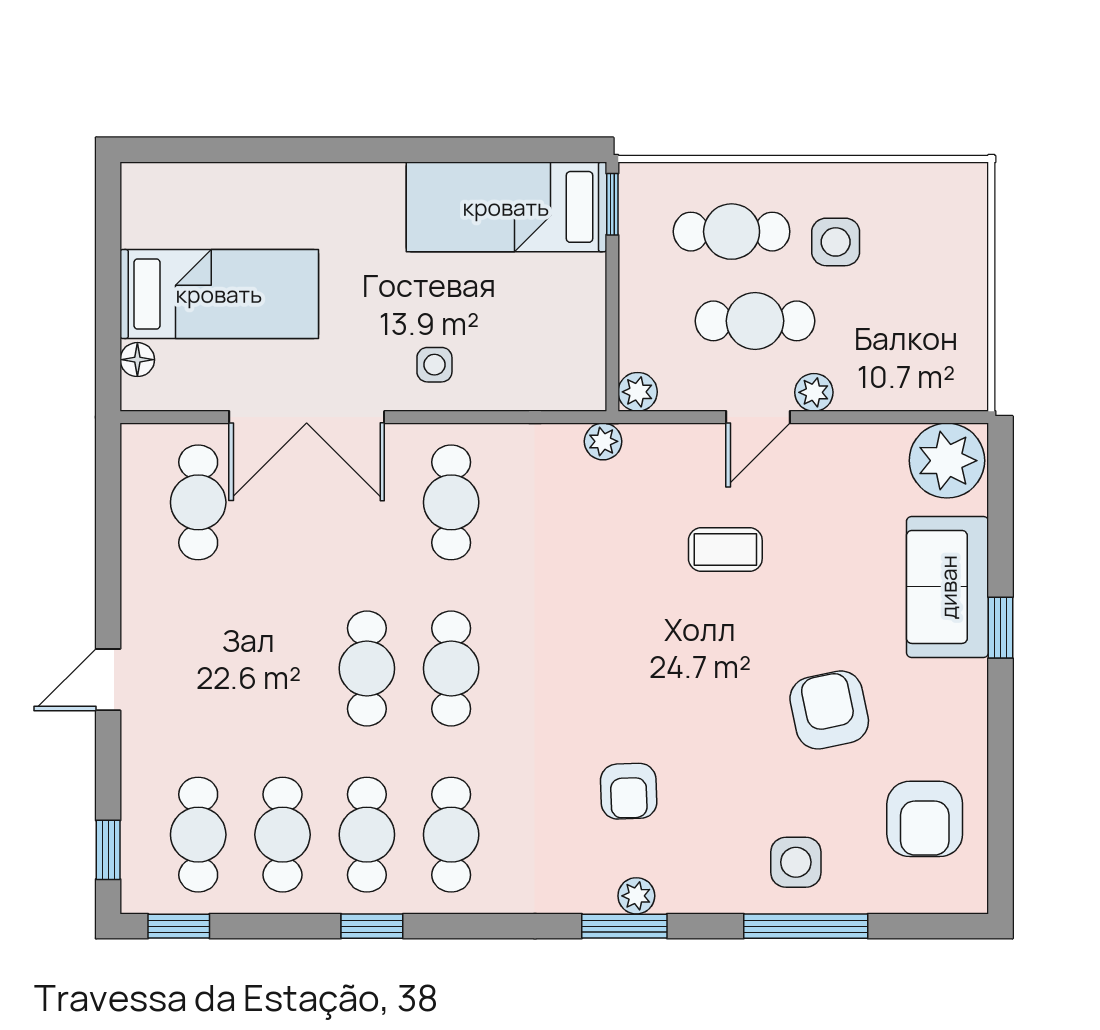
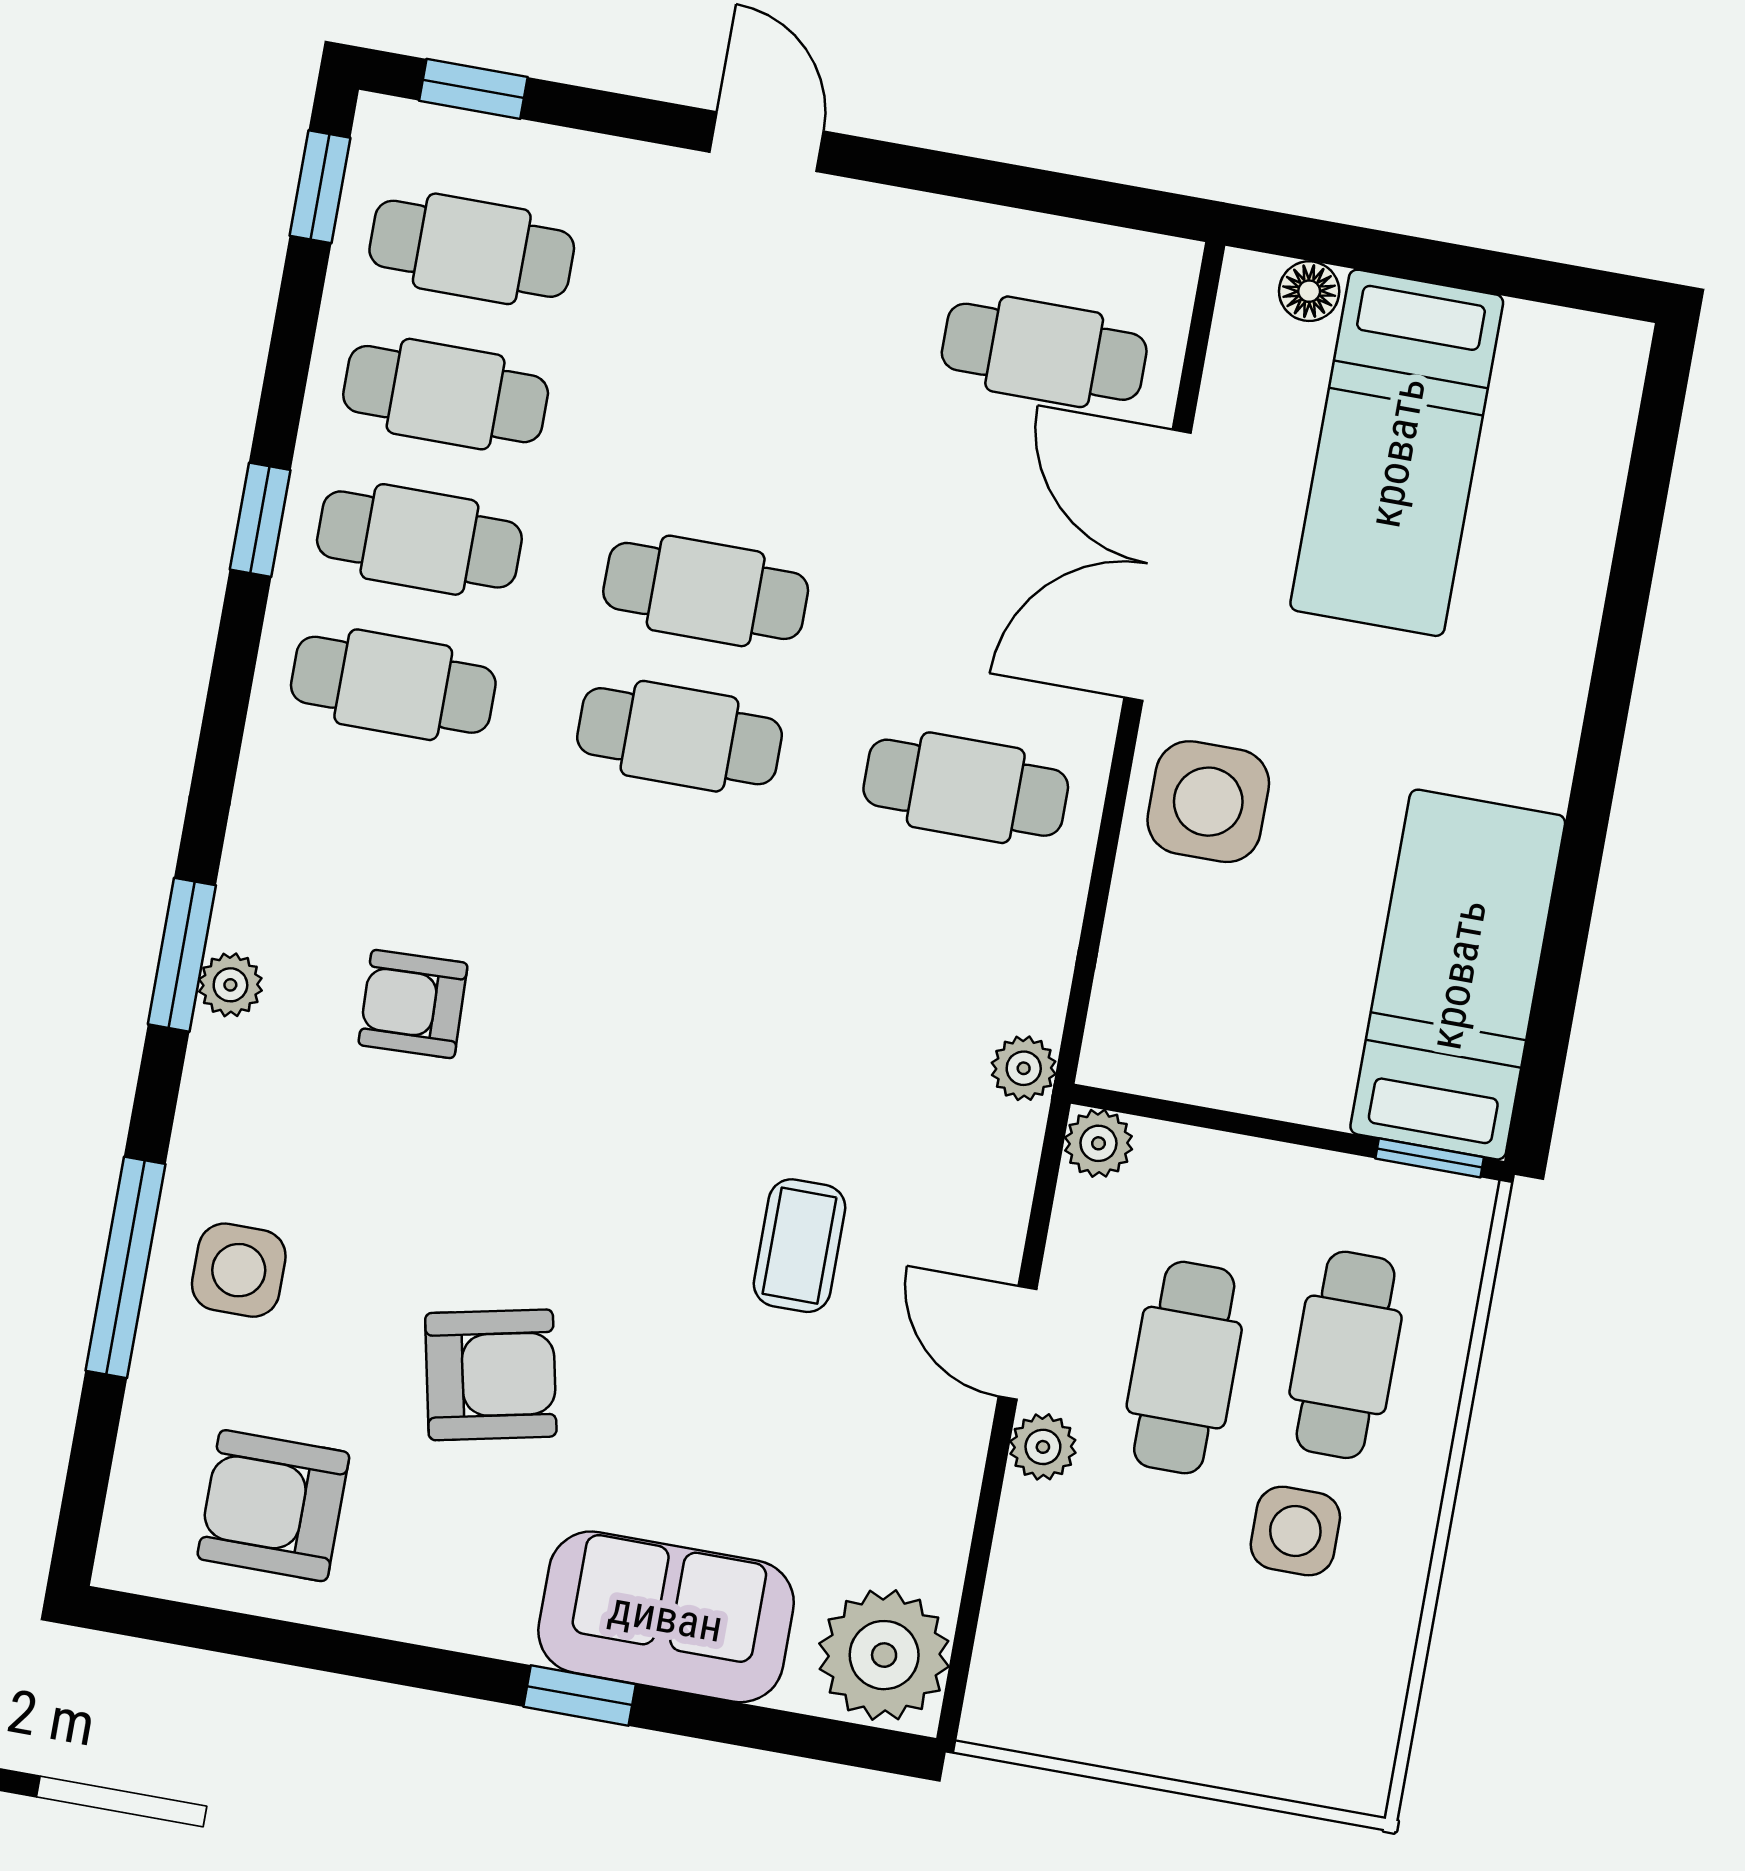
side table: (434, 365) -> (1208, 802), width x1.87, depth x1.87

